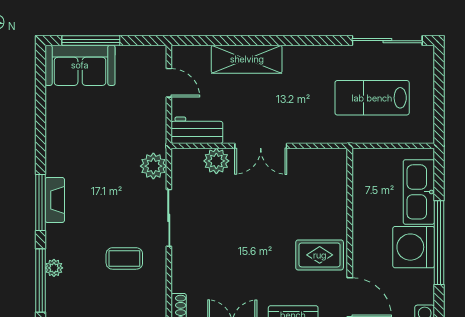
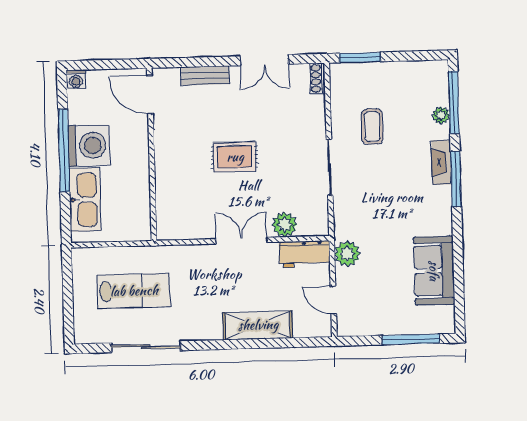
sliding door: (387, 41) -> (146, 347), moved
sofa: (80, 65) -> (434, 271), moved, turned -90
plant: (153, 166) -> (347, 254), moved
fireplace: (55, 200) -> (441, 162), moved
rug: (320, 255) -> (235, 157), moved
coffee table: (124, 258) -> (372, 126), turned 90

